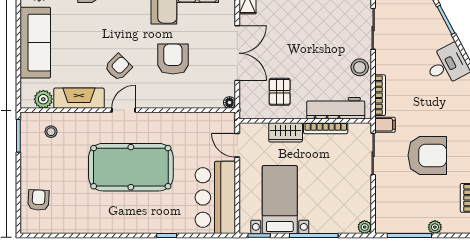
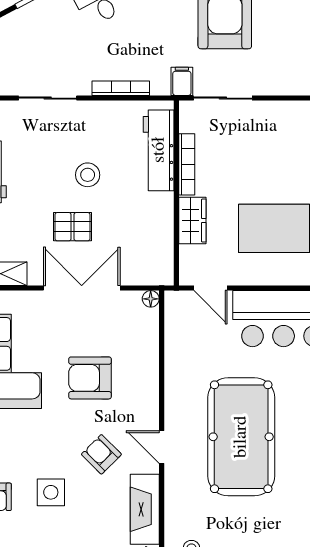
side table: (91, 31) -> (51, 492), added
stool: (360, 67) -> (88, 175), moved
pallet: (280, 92) -> (73, 227), moved
bookcase: (380, 95) -> (121, 88), moved
door: (237, 145) -> (211, 288), hinge flipped

